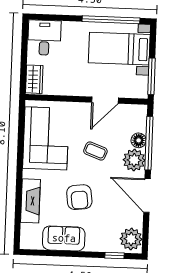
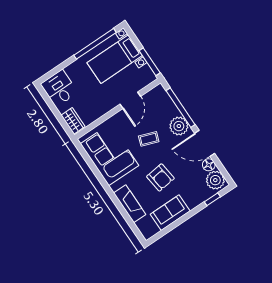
floor lamp: (139, 140) -> (209, 165), moved

